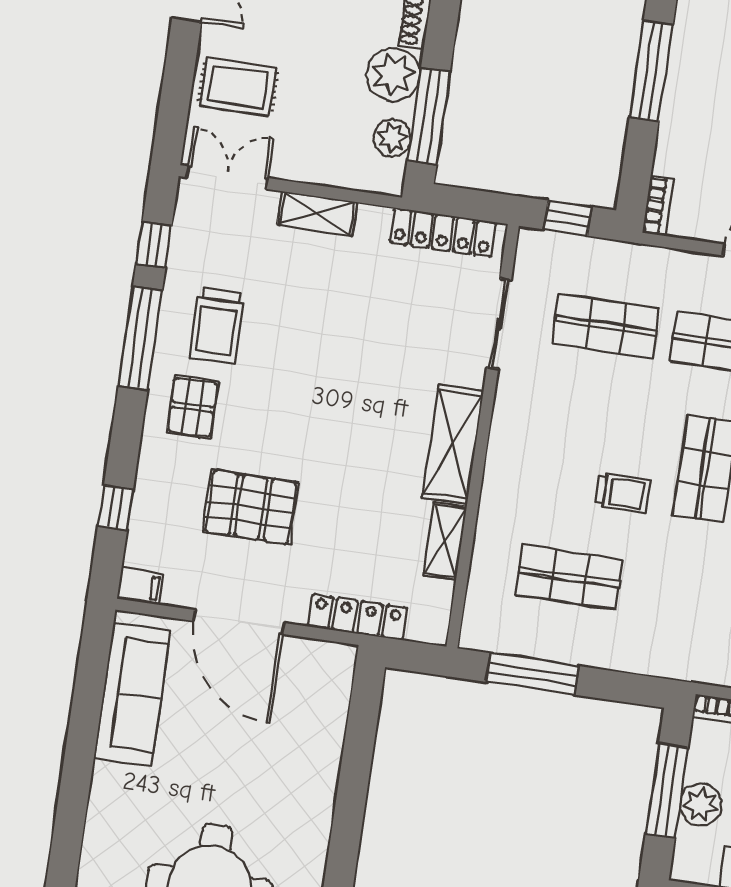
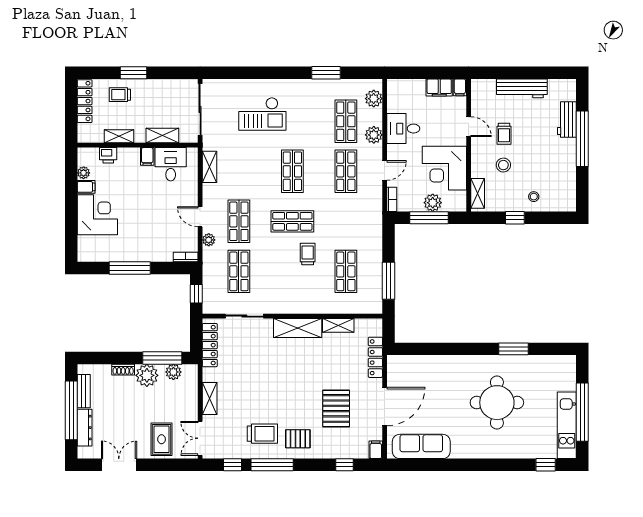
plant: (690, 266) -> (209, 240), added

